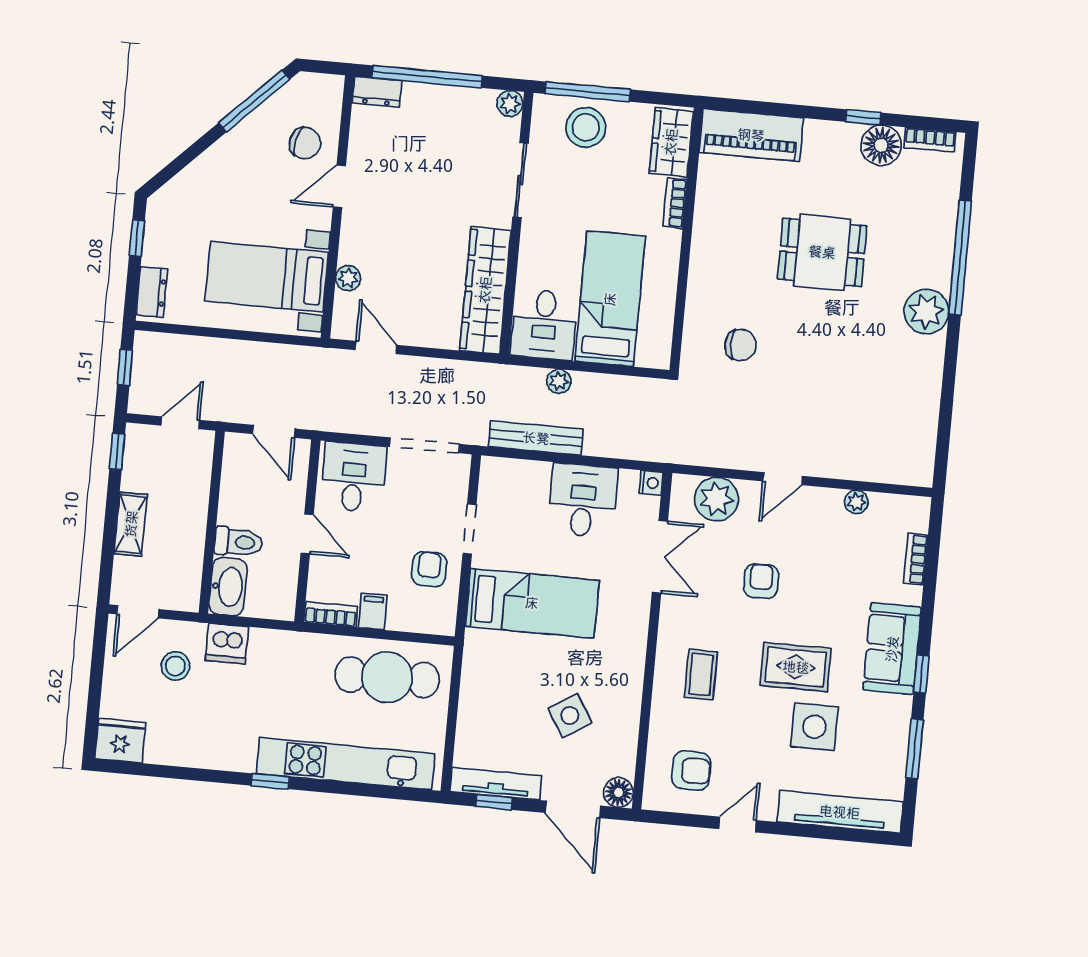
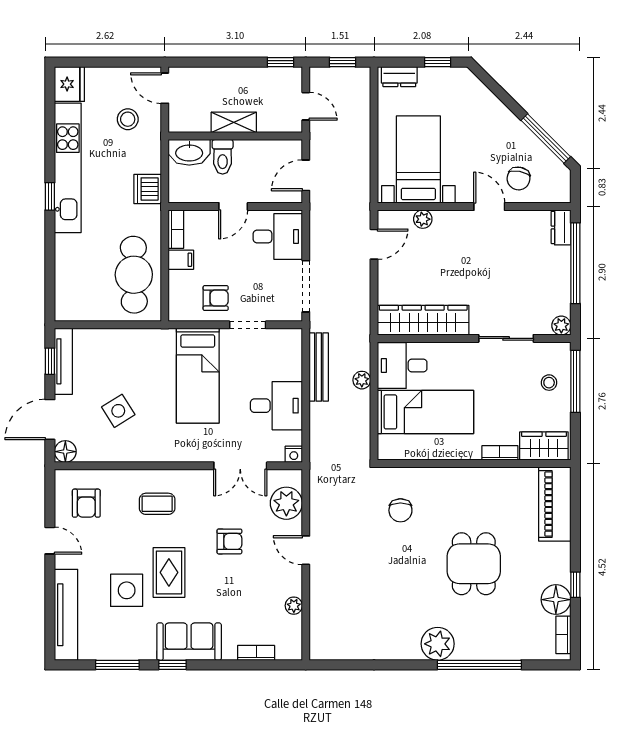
stool: (586, 127) -> (549, 383), width x0.53, depth x0.53
shelving: (131, 524) -> (234, 122), moved
dishwasher: (227, 644) -> (148, 189), moved
kitchen unit: (346, 764) -> (68, 168), moved

